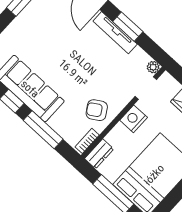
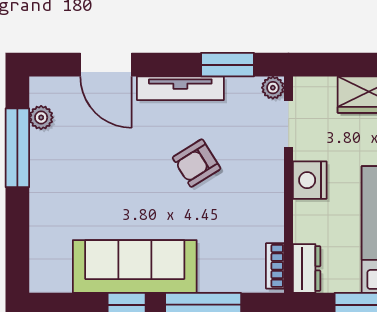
window: (128, 27) -> (228, 65), moved
armchair: (97, 110) -> (196, 163), moved

